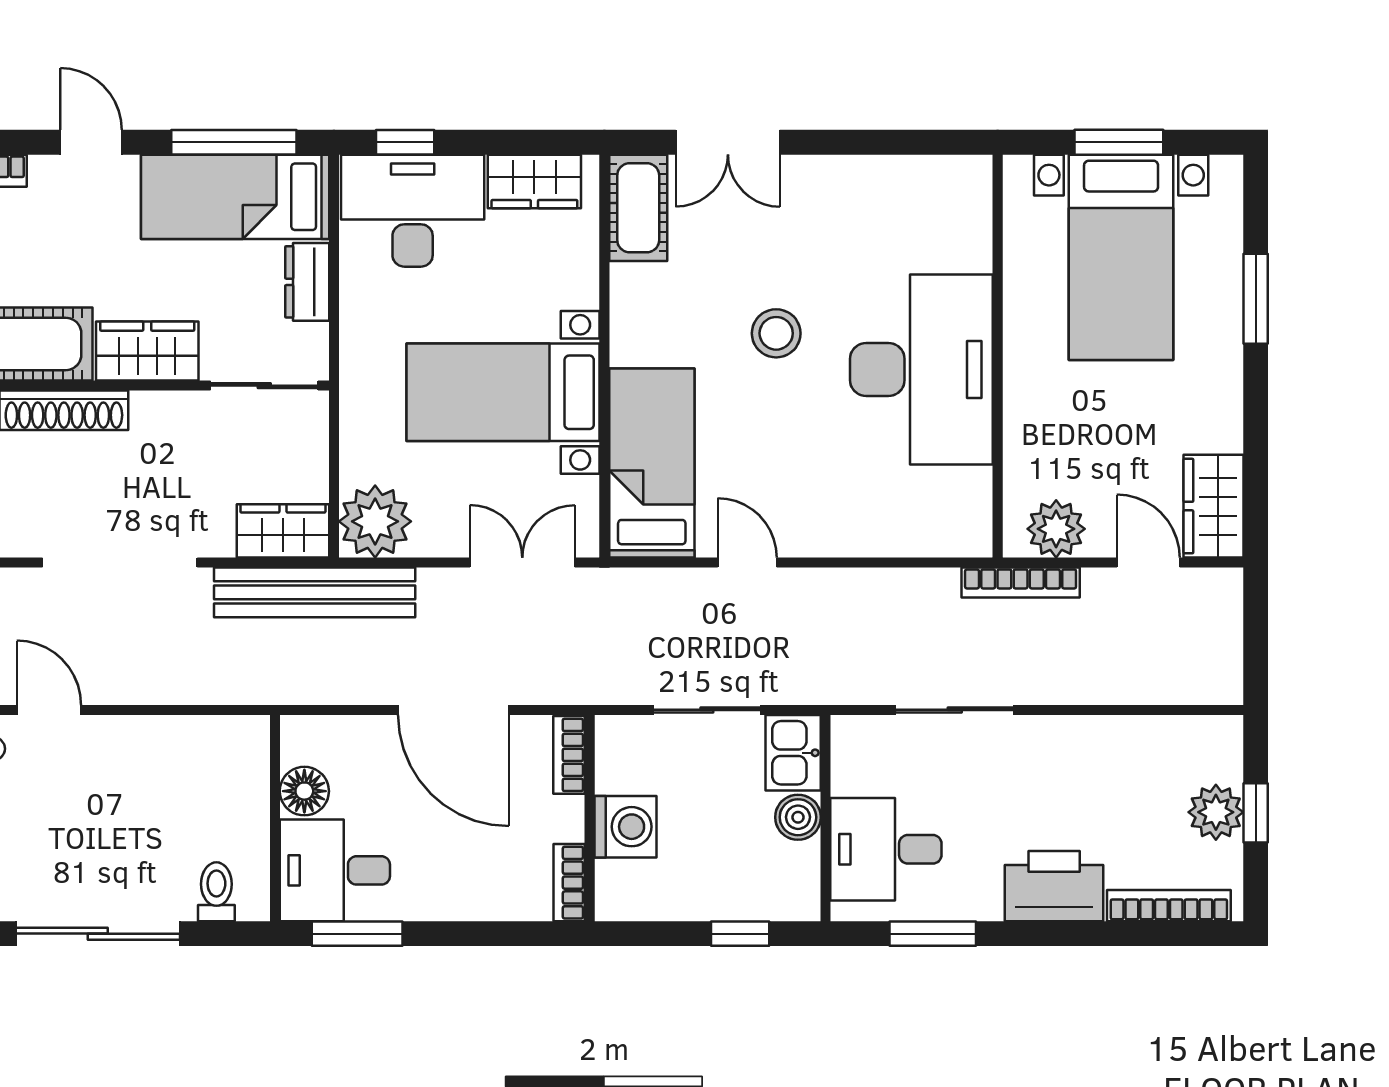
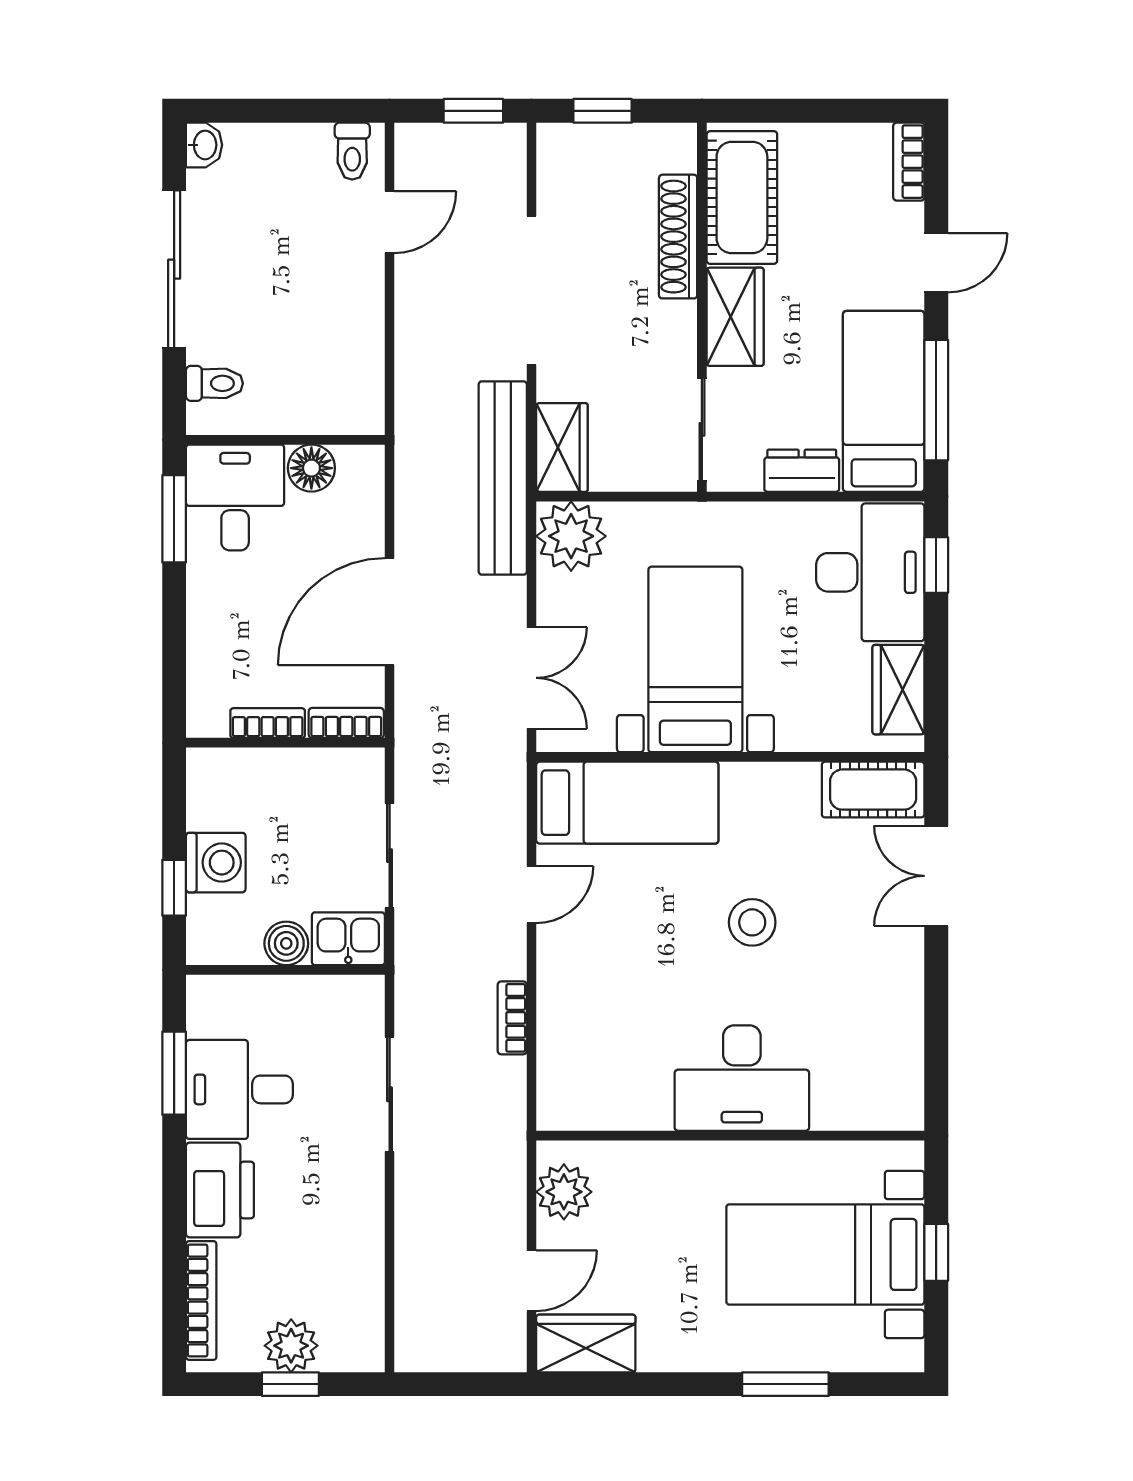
window: (1119, 142) -> (936, 1252), width x0.67
desk: (921, 369) -> (742, 1078), width x0.73, depth x0.77
bookcase: (1021, 583) -> (512, 1018), moved, width x0.64
washing machine: (625, 827) -> (216, 863), moved, turned -90
desk: (886, 849) -> (239, 1089), moved, turned -90
bookcase: (569, 883) -> (268, 723), moved

